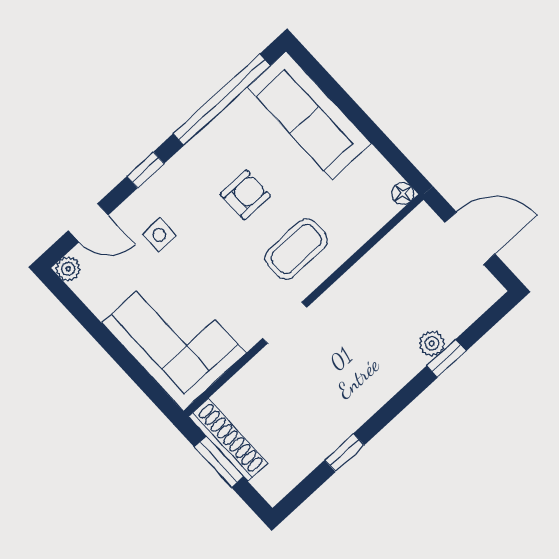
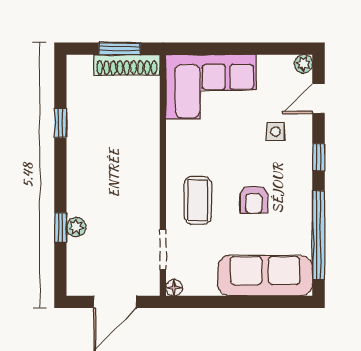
doorway: (285, 323) -> (163, 249), moved

